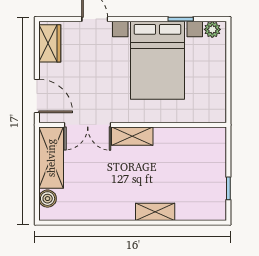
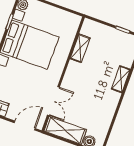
shelving: (132, 136) -> (80, 48), moved

